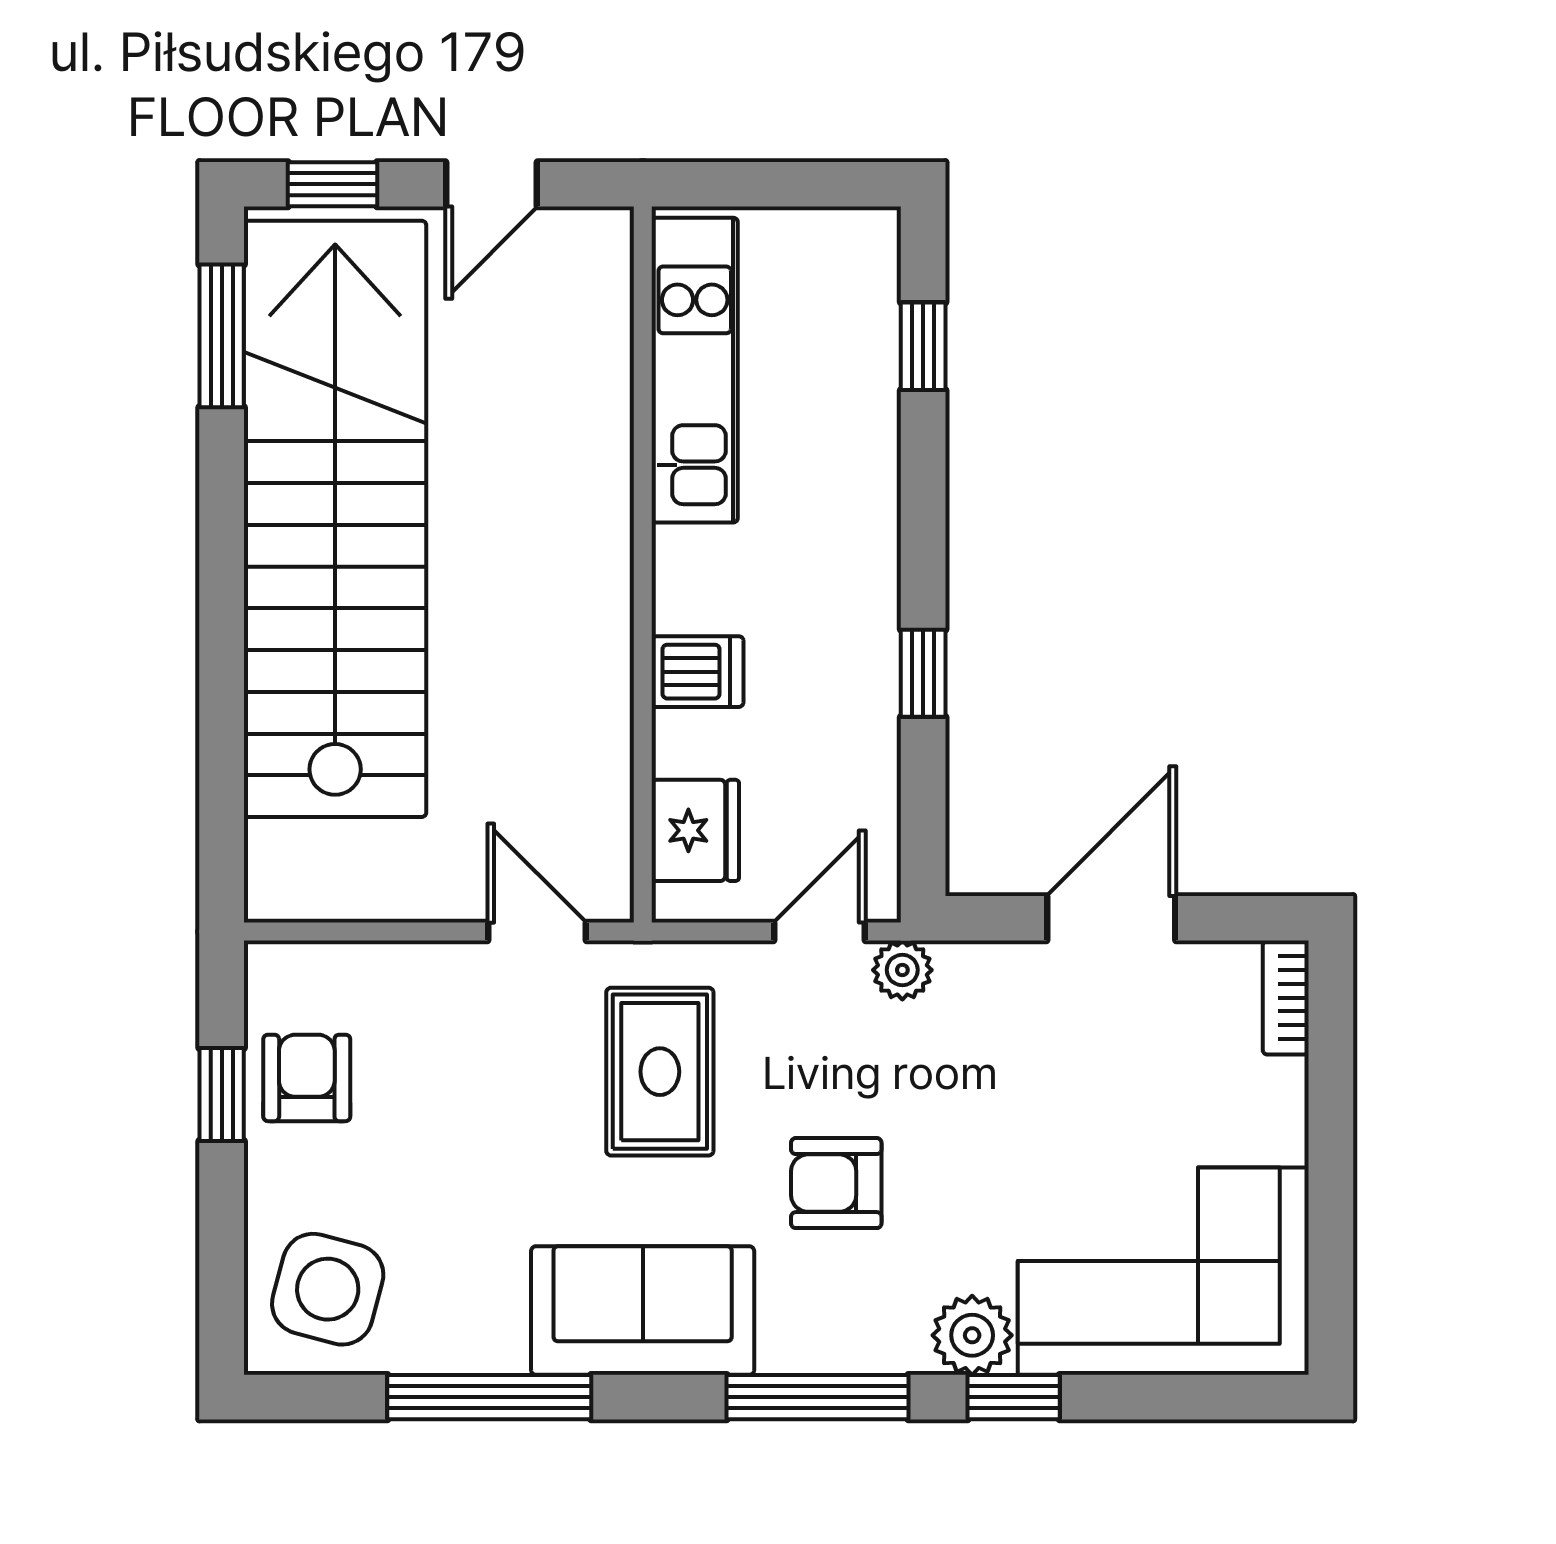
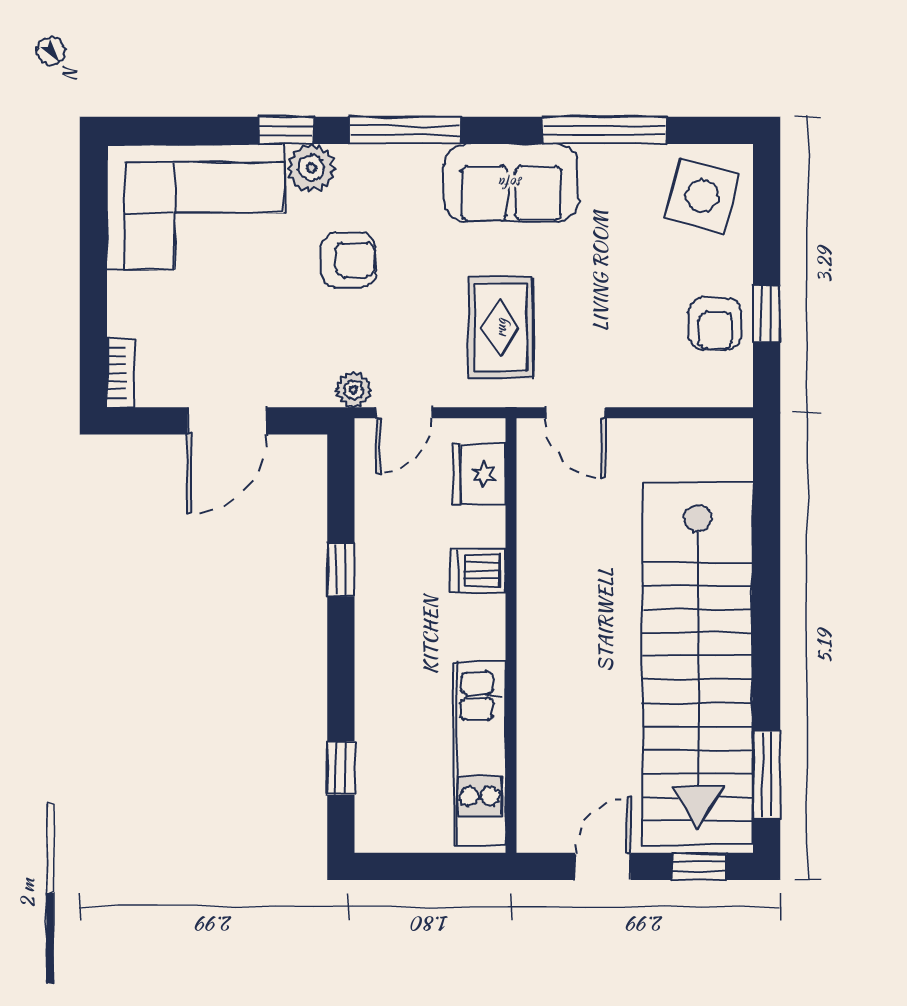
armchair: (836, 1183) -> (348, 260), moved

